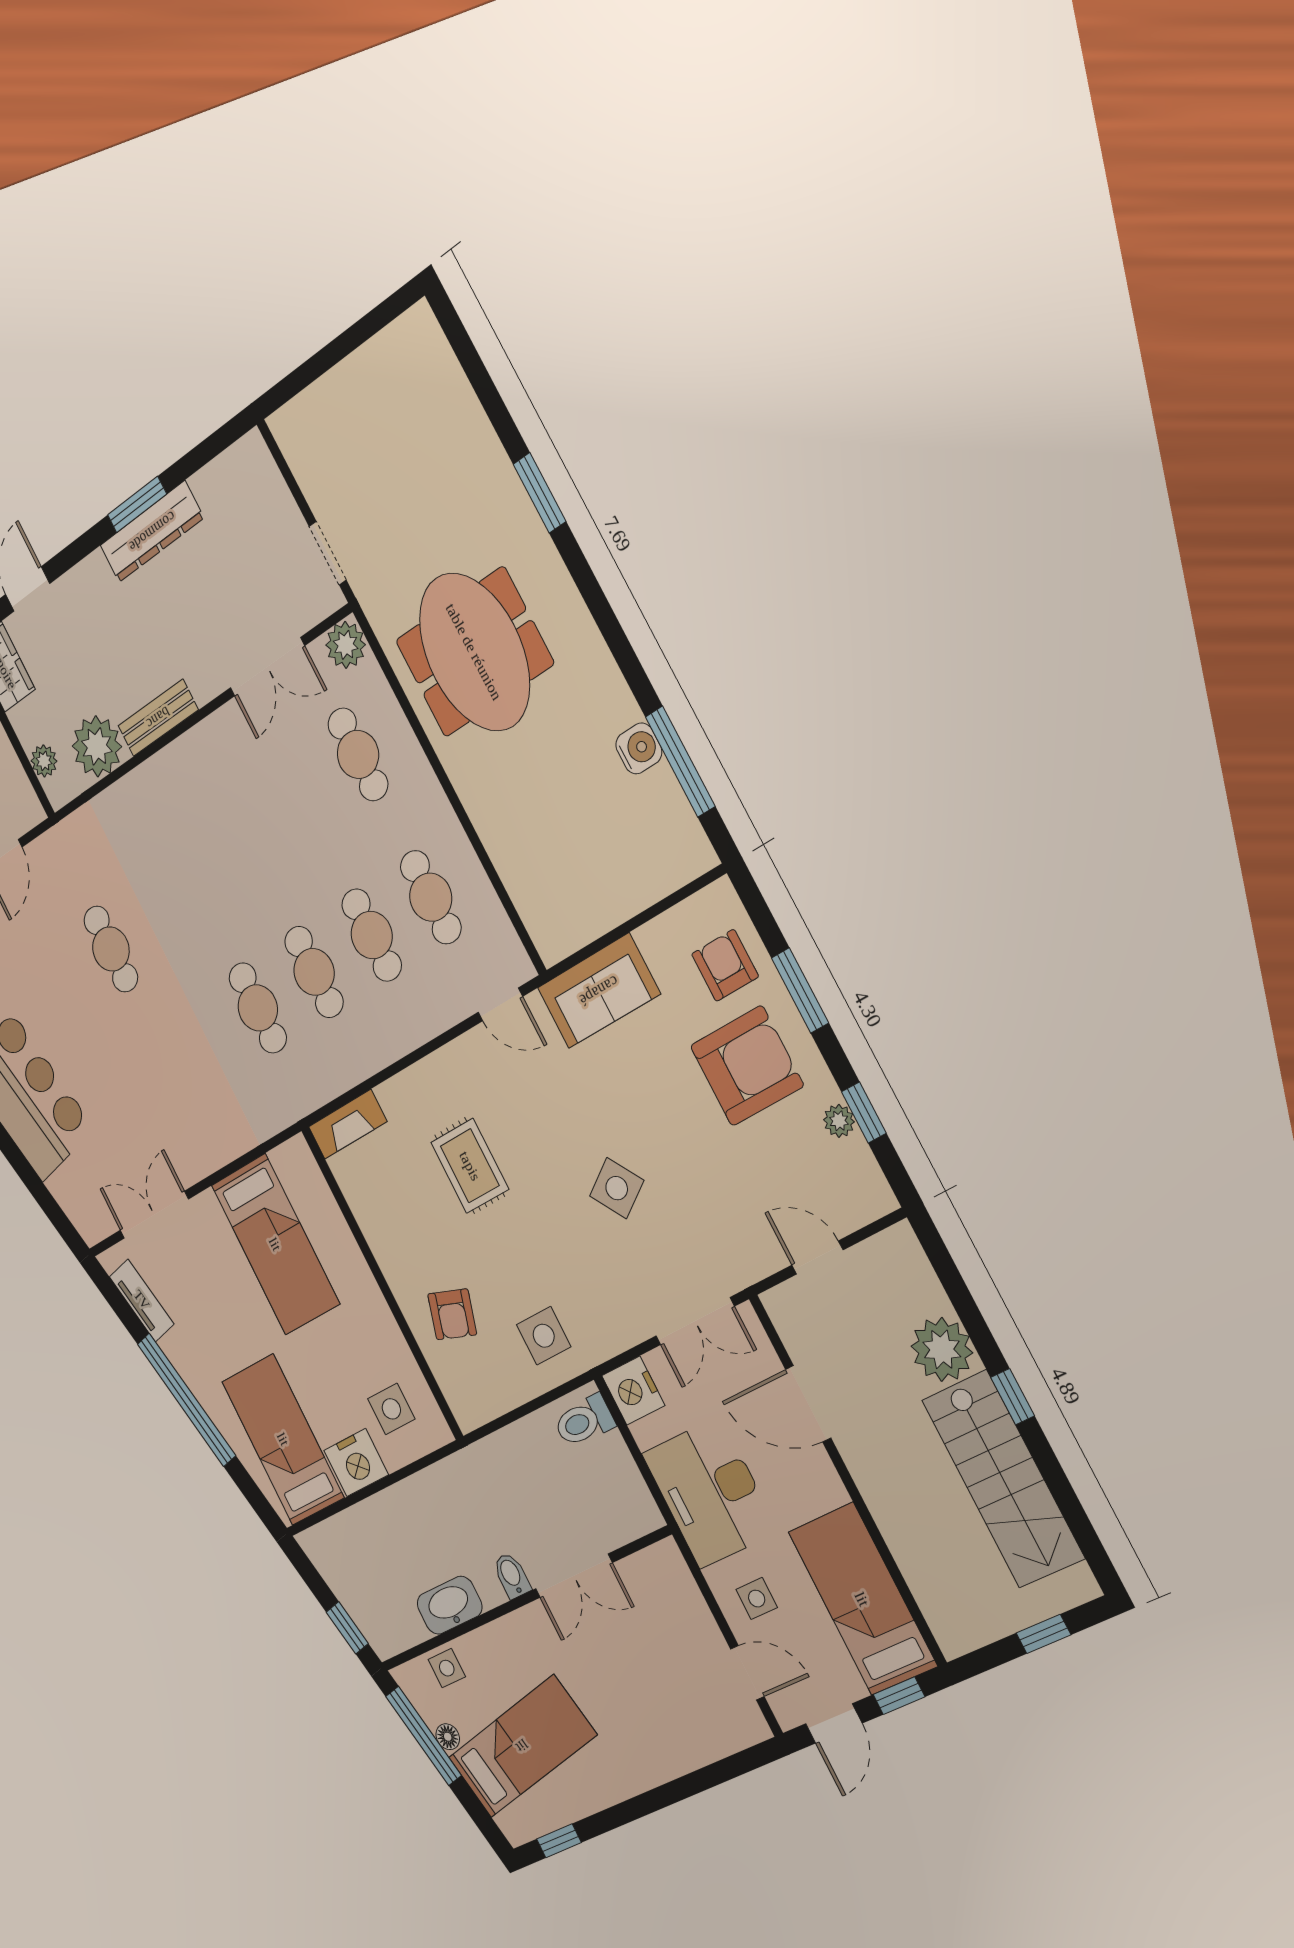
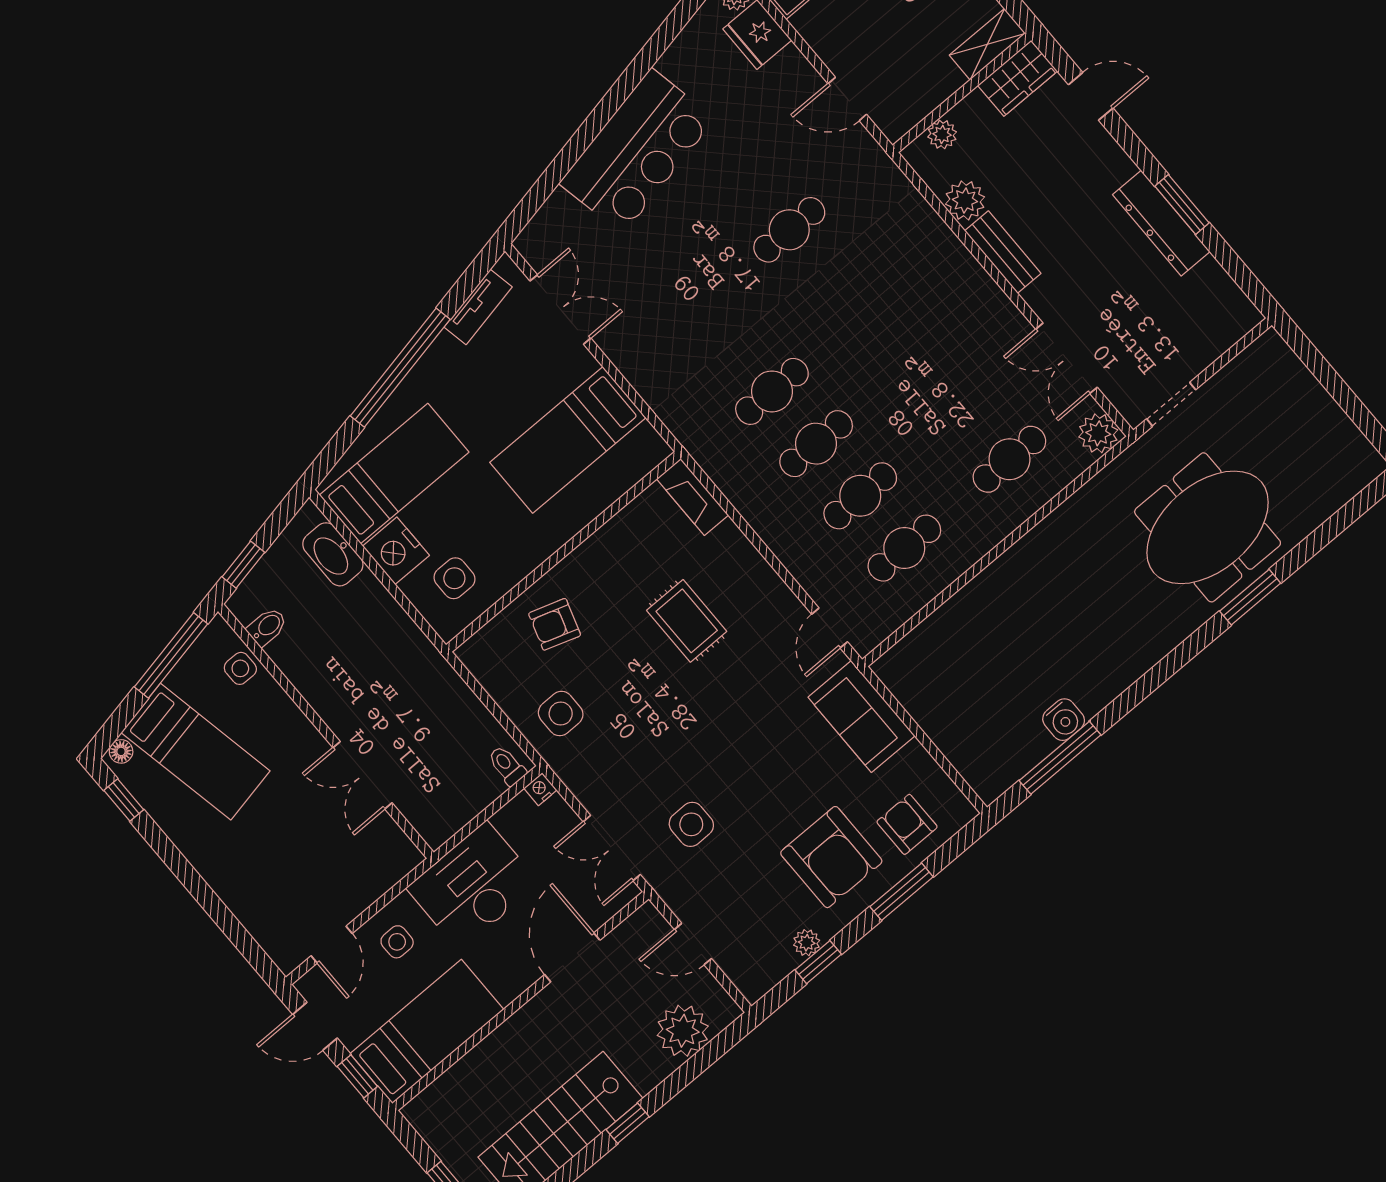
meeting table: (474, 652) -> (1208, 527), moved
plant: (97, 746) -> (965, 201), width x0.73, depth x0.73
armchair: (725, 965) -> (907, 824), turned -90
rug: (470, 1166) -> (687, 621), turned 90
side table: (617, 1188) -> (691, 824), moved, turned 34
door: (817, 1258) -> (693, 944), swing flipped
plant: (942, 1349) -> (683, 1031), moved
nightstand: (633, 1391) -> (540, 789), width x0.53, depth x0.56
toilet: (584, 1421) -> (507, 766), width x0.73, depth x0.72
bidet: (512, 1576) -> (267, 627), moved
washbasin: (450, 1605) -> (333, 554), moved, turned 180
floor lamp: (448, 1737) -> (121, 751), moved

